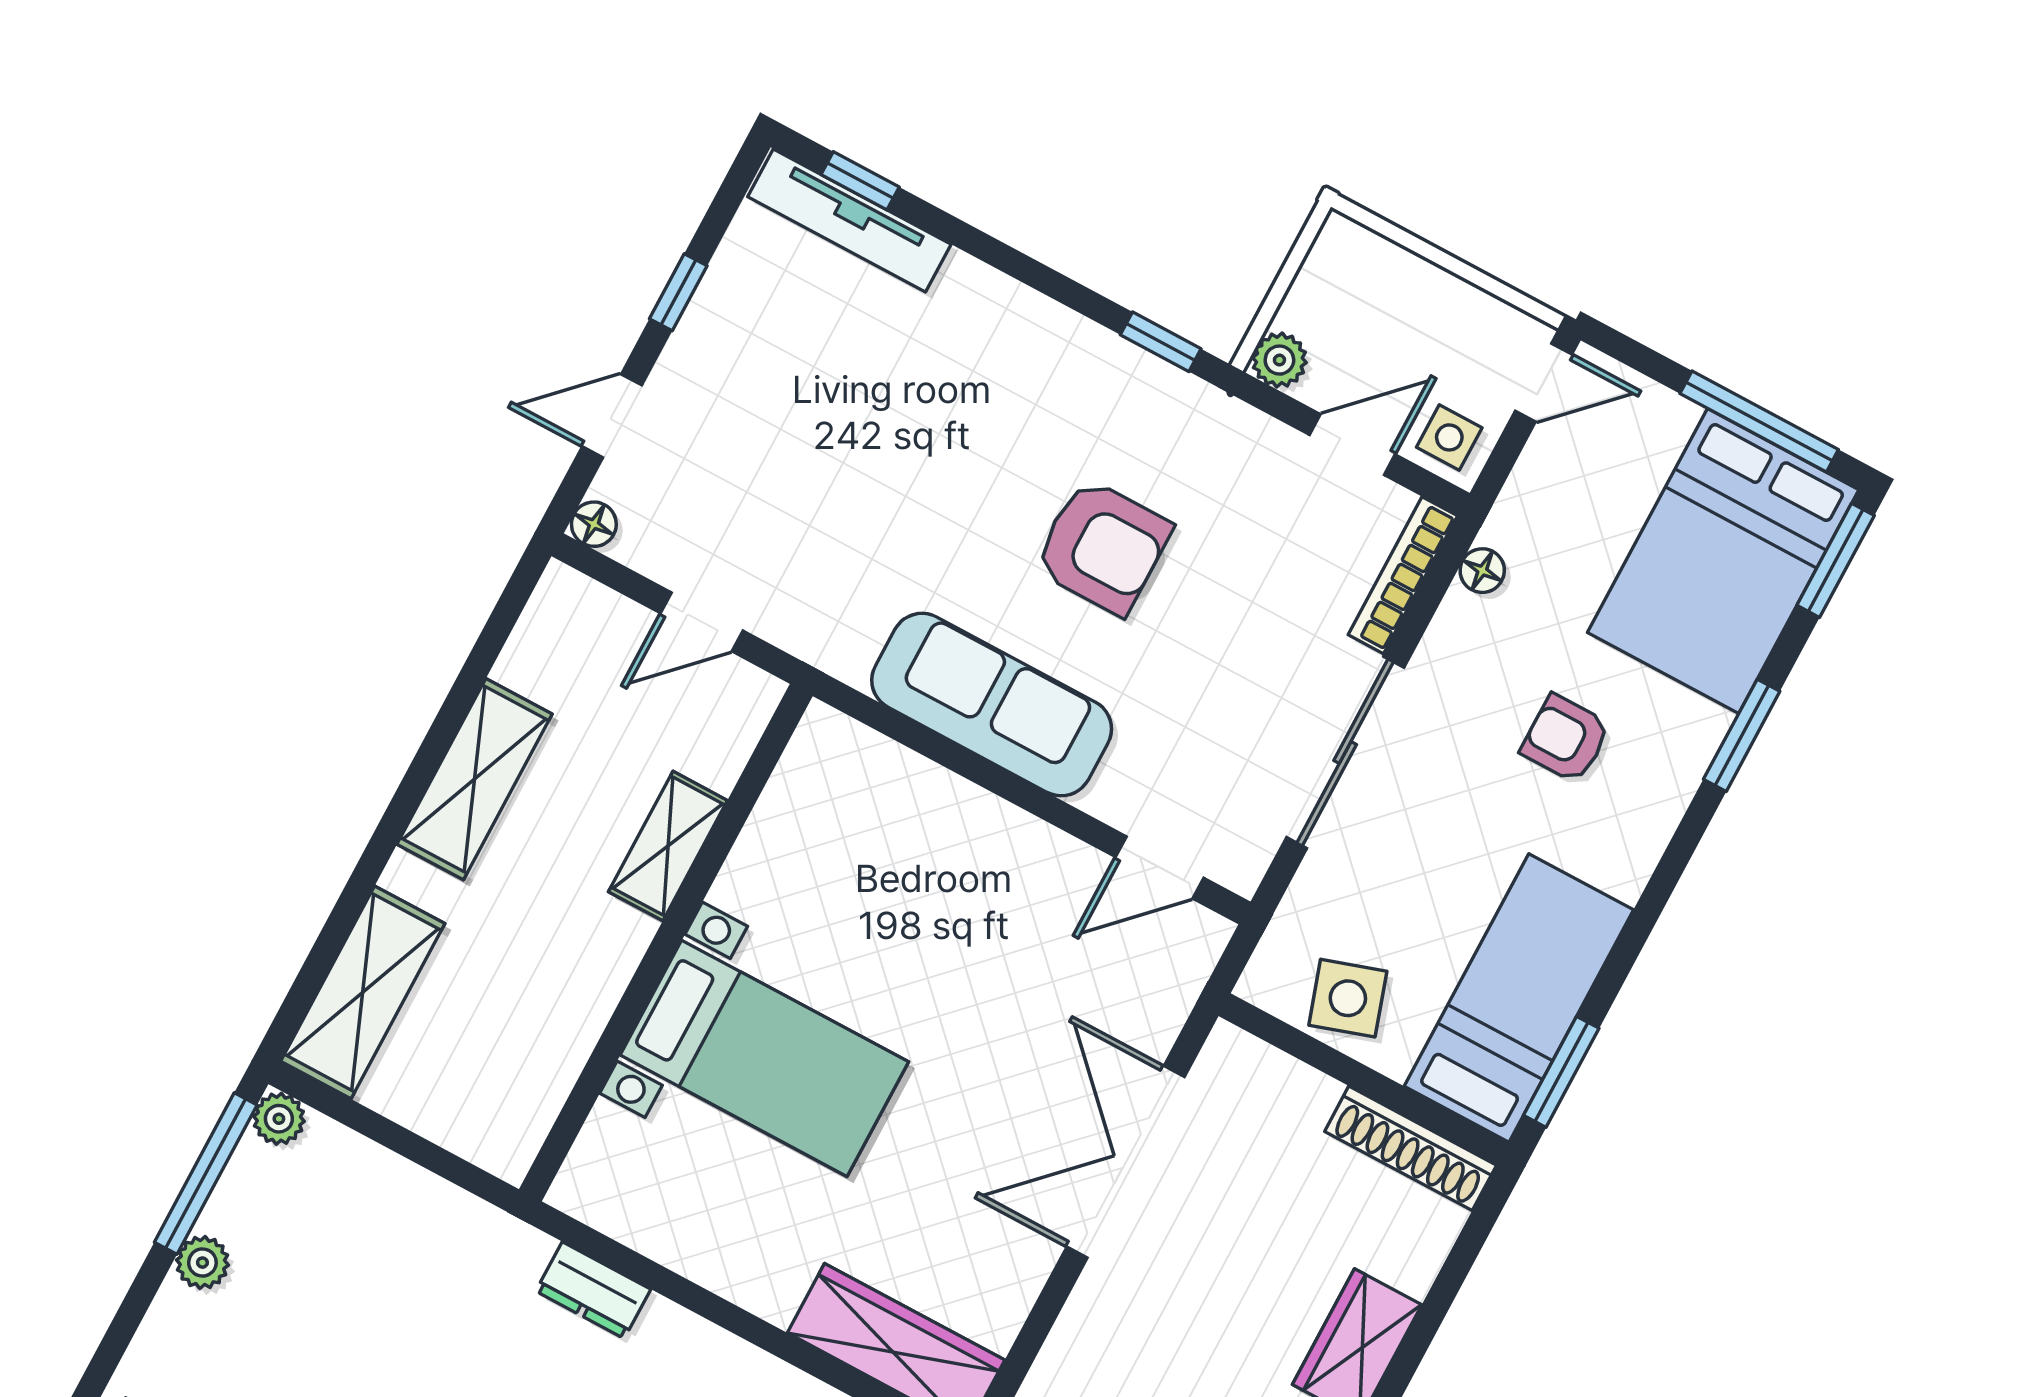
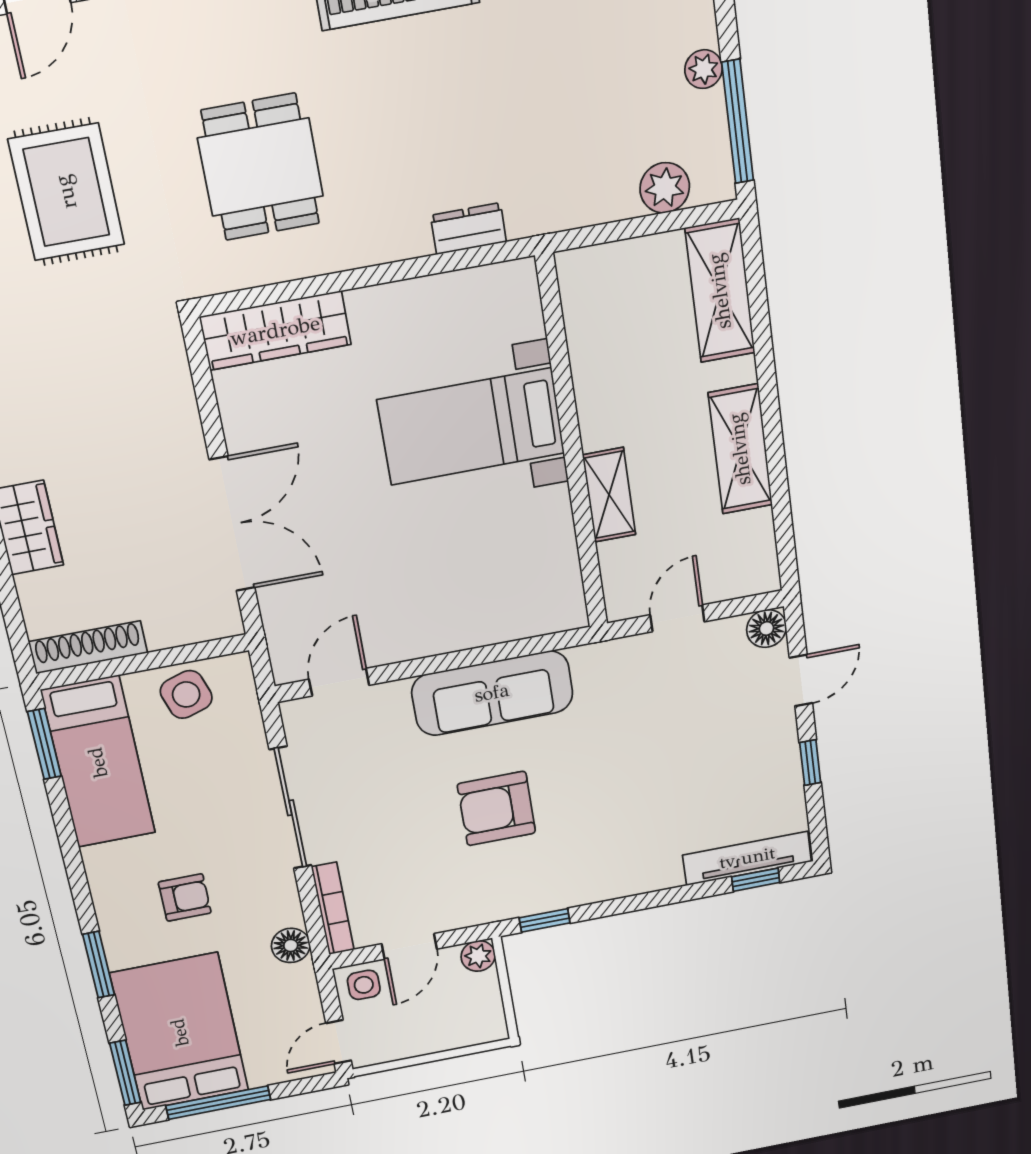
floor lamp: (594, 524) -> (766, 628), width x1.37, depth x1.37
floor lamp: (1482, 571) -> (291, 945), width x1.37, depth x1.37
plant: (279, 1119) -> (665, 188), moved, width x1.38, depth x1.38

